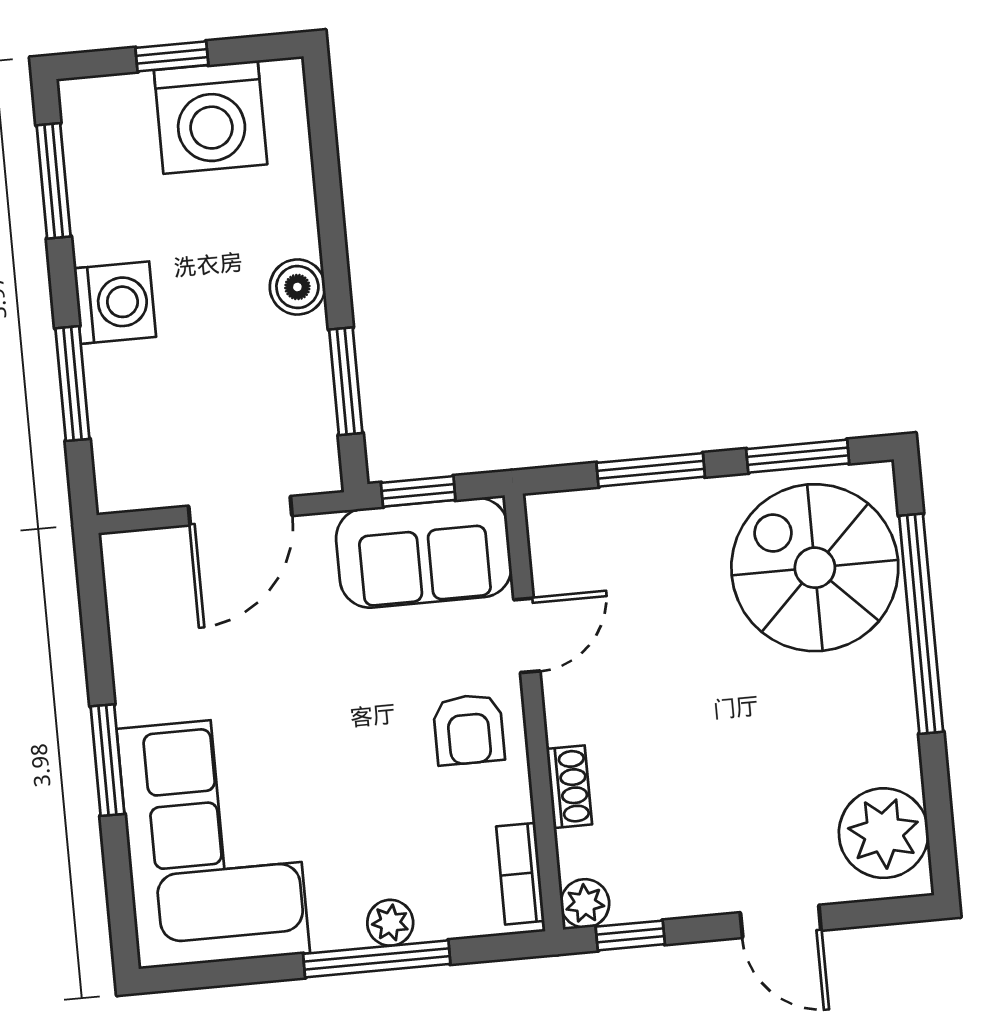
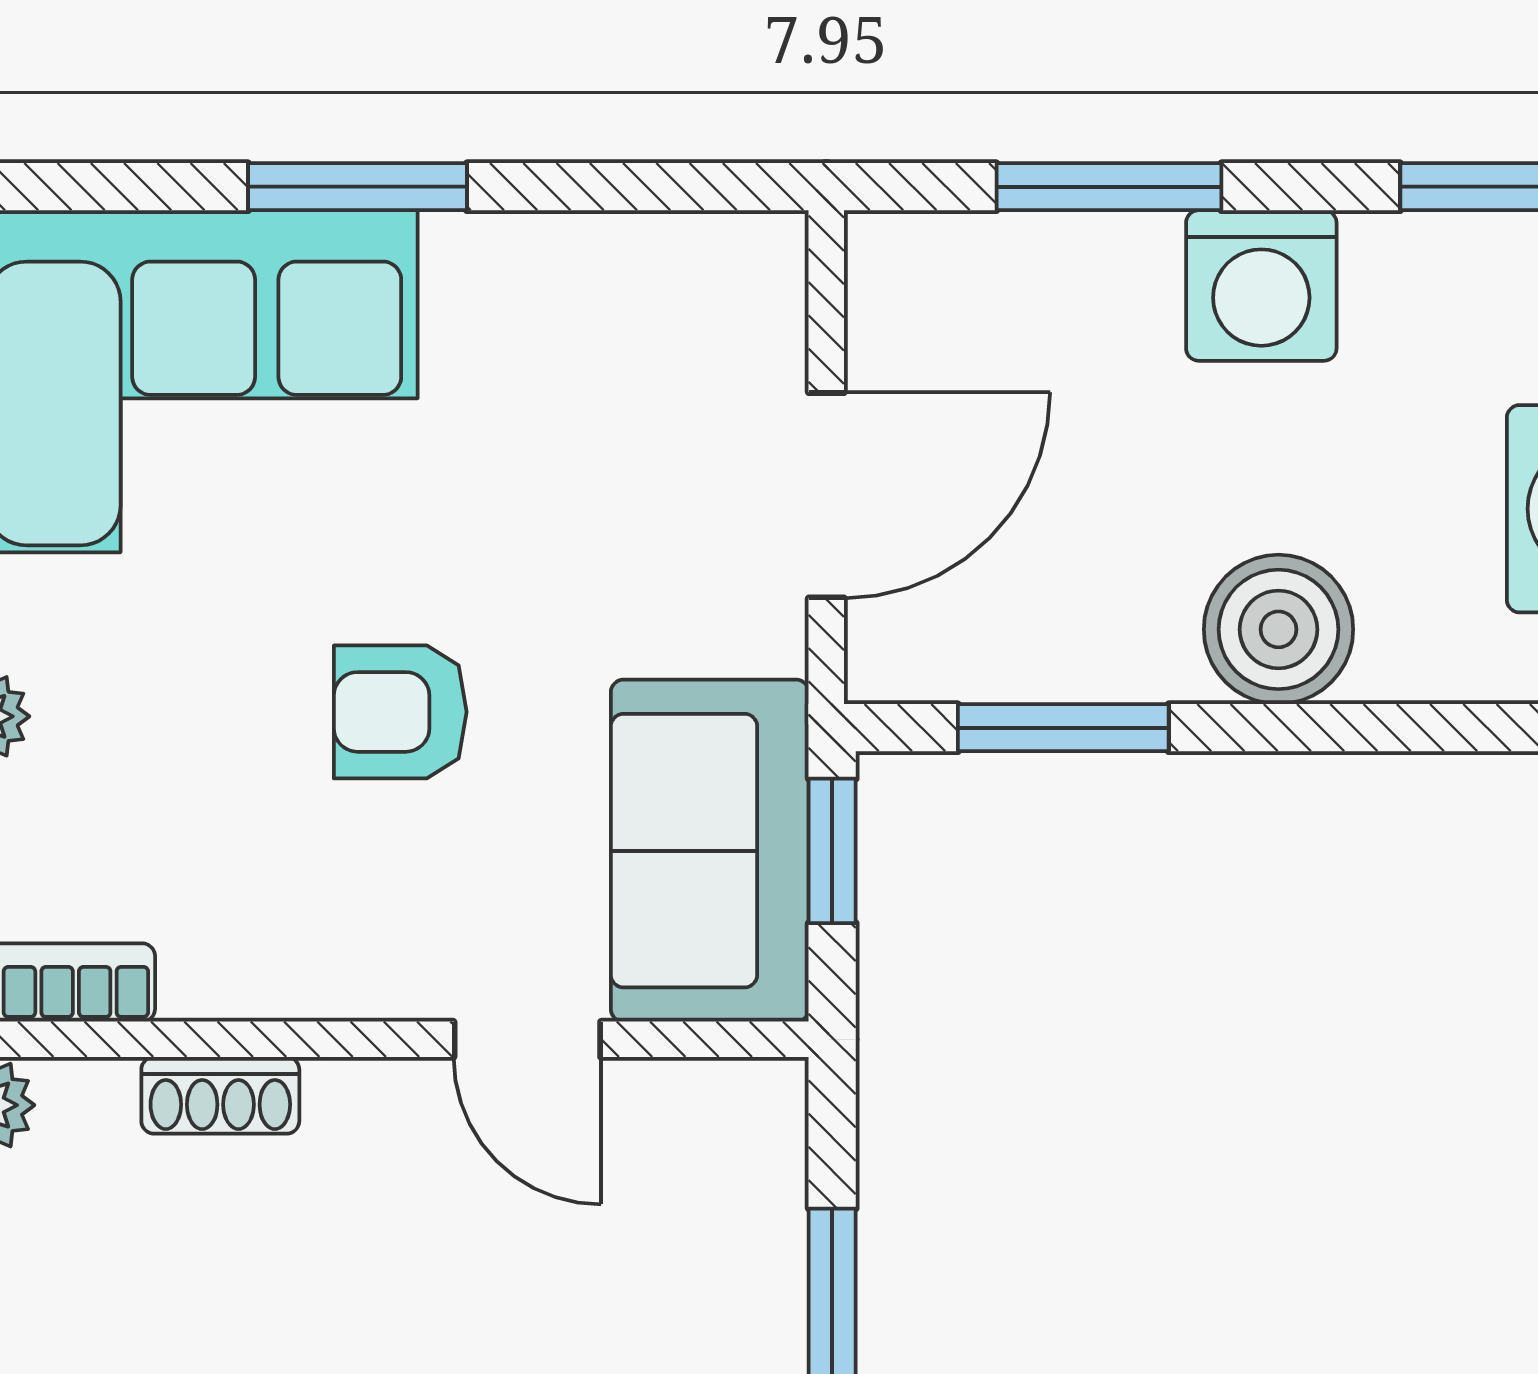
boiler: (297, 287) -> (1278, 629), width x1.36, depth x1.36
door: (240, 511) -> (826, 495), swing flipped
armchair: (469, 729) -> (400, 712), moved

